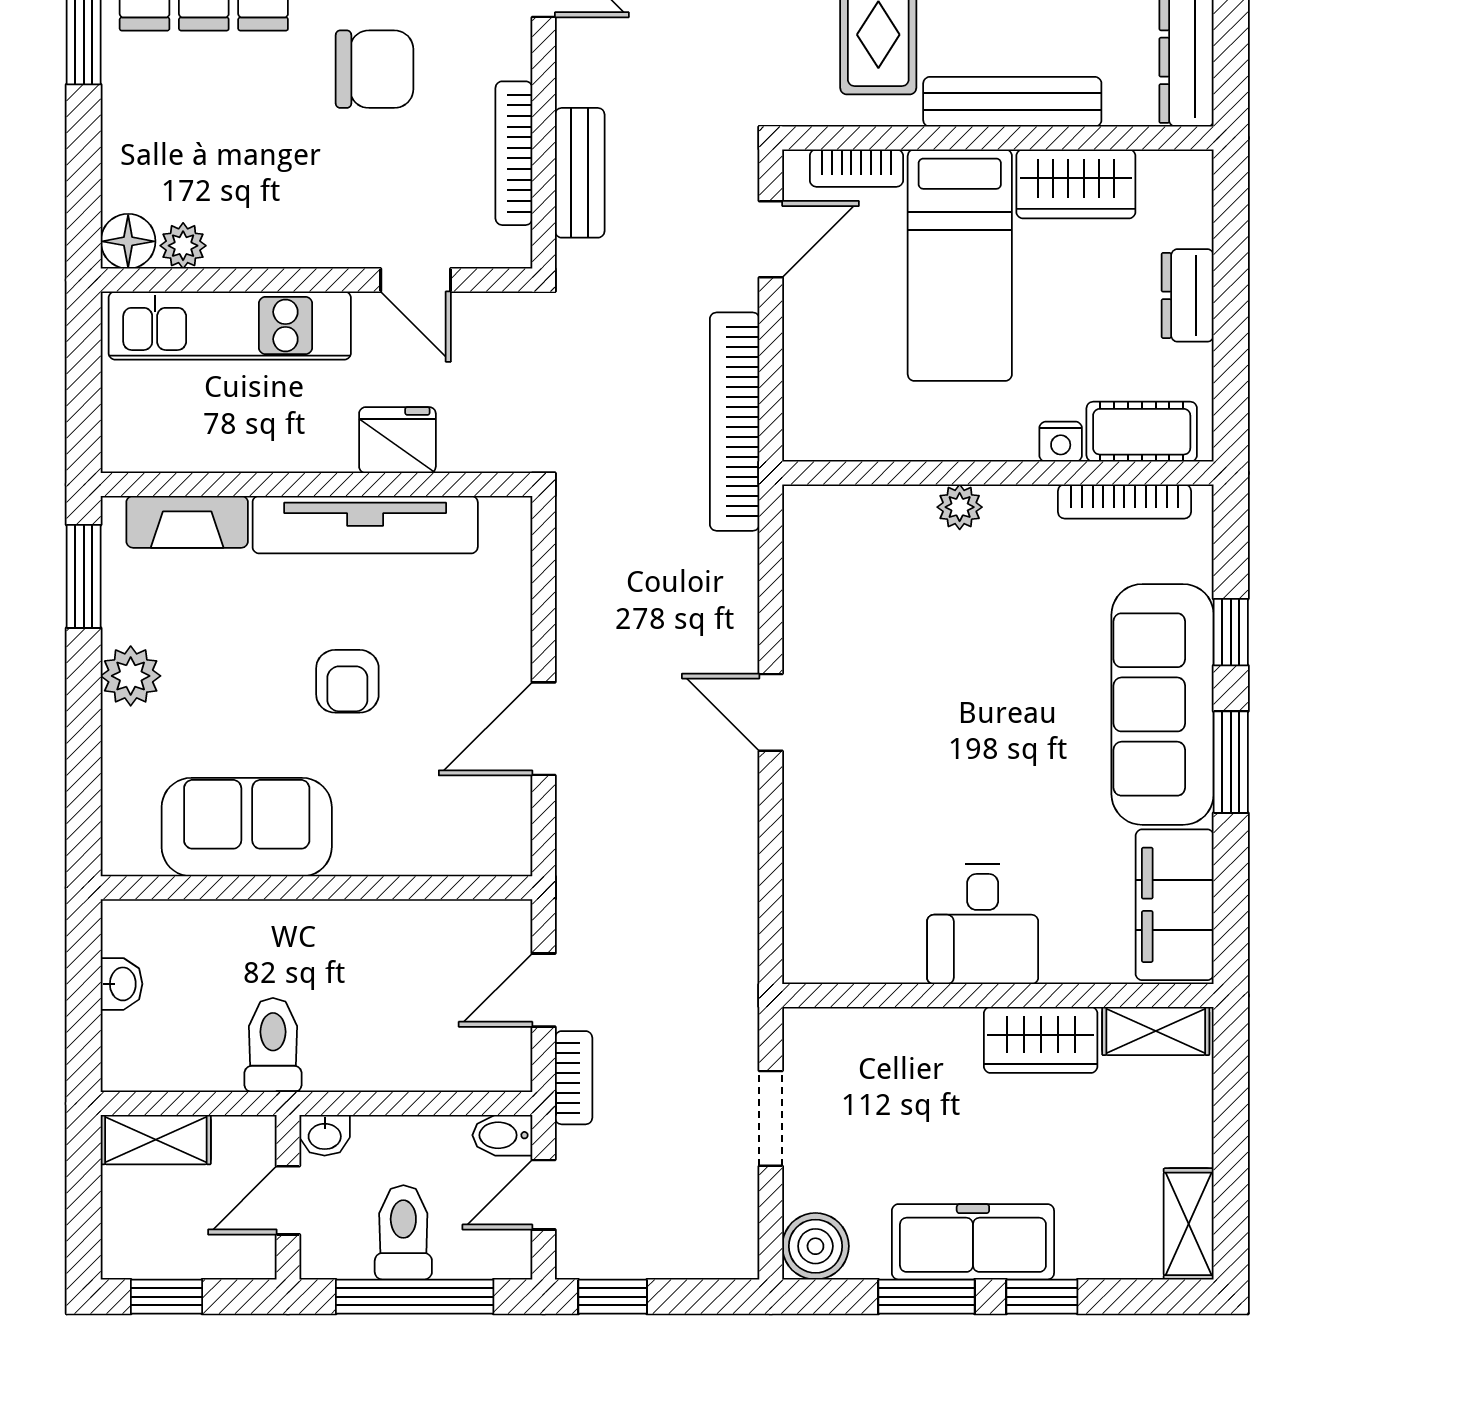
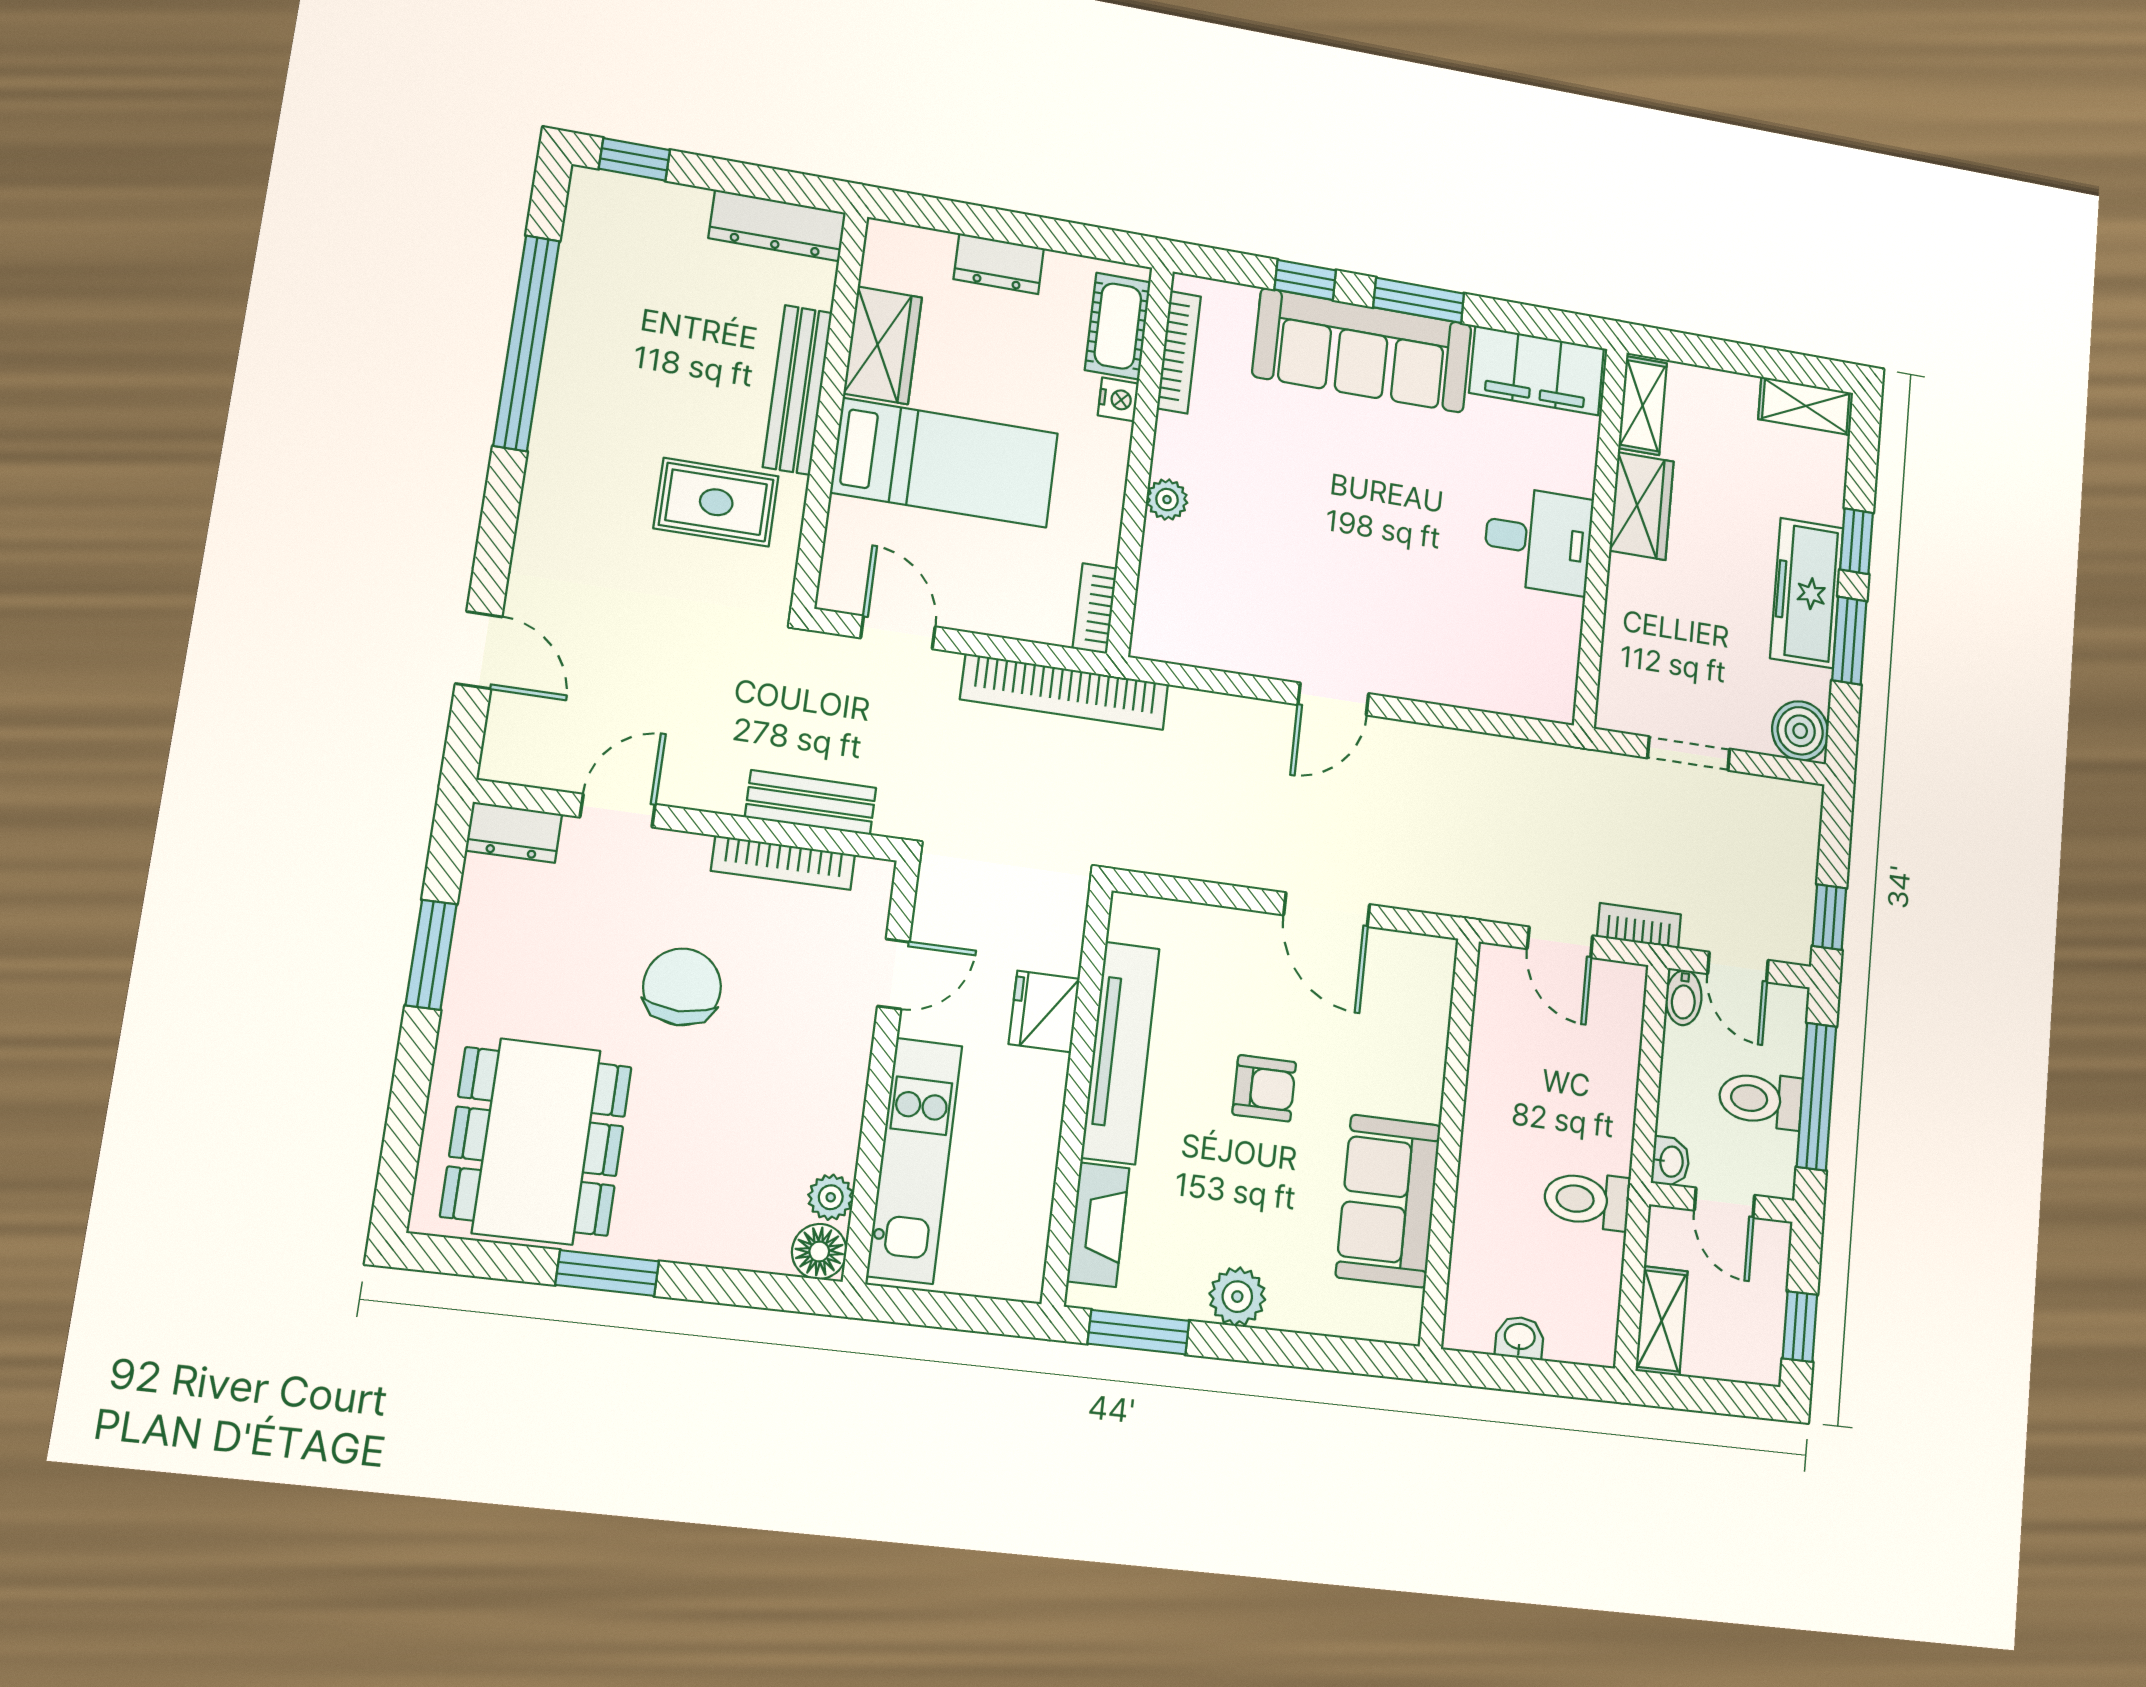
bookcase: (856, 168) -> (1095, 608), moved, turned 180

